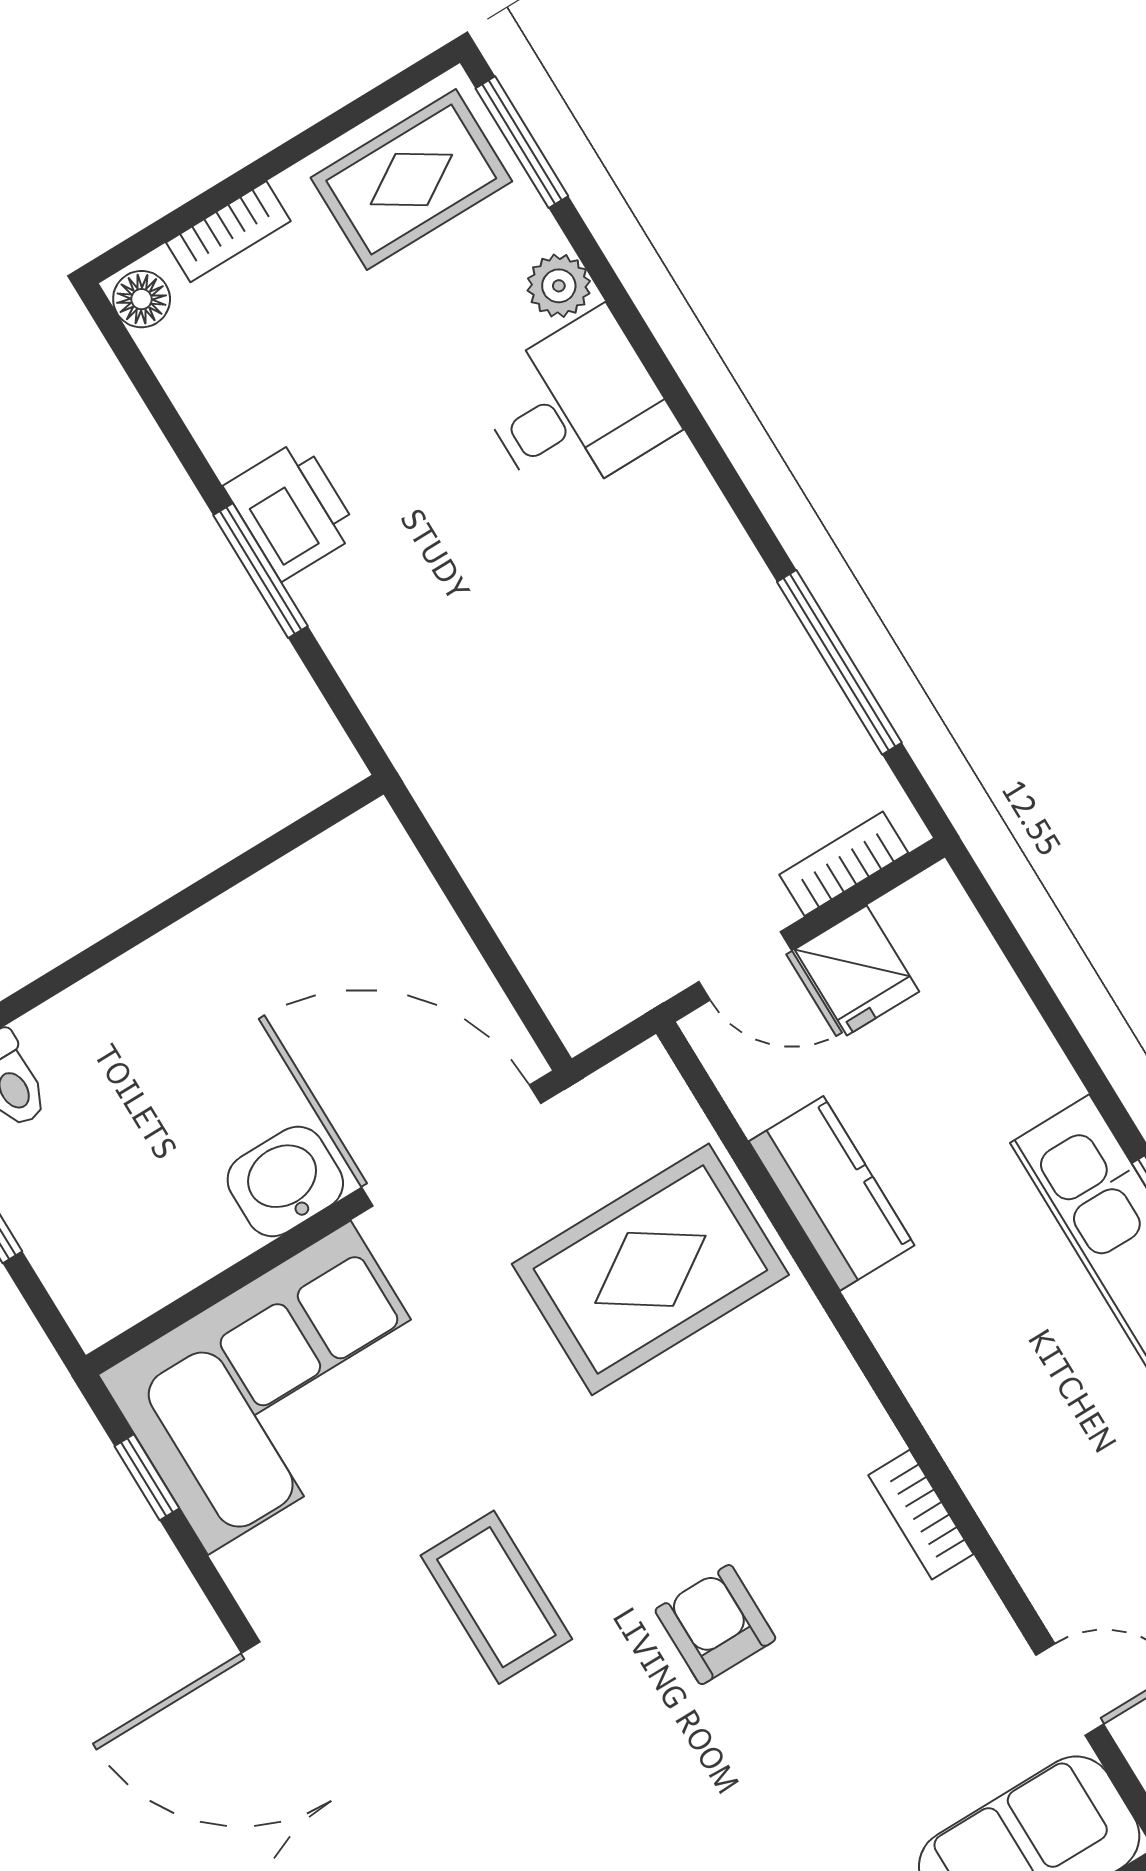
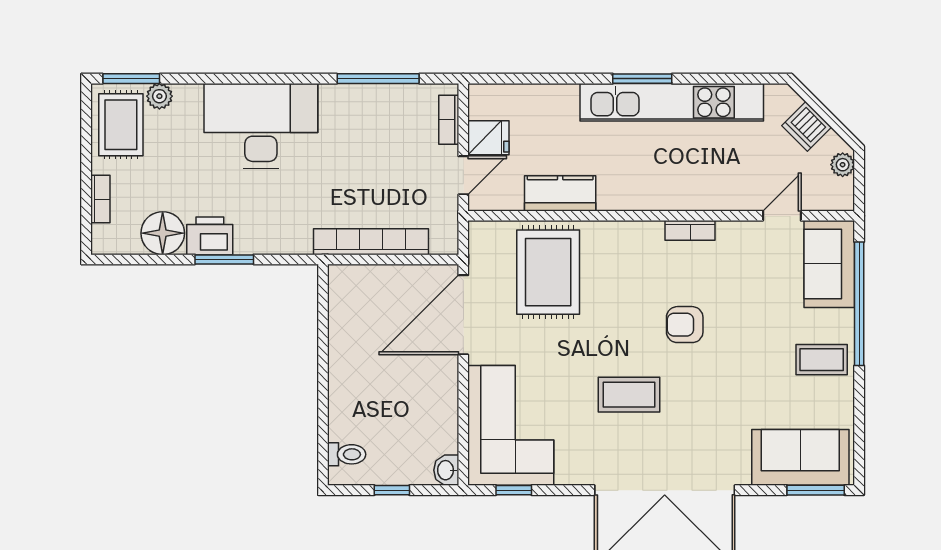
plant: (559, 286) -> (159, 96), moved
floor lamp: (142, 299) -> (163, 233), moved, width x1.89, depth x1.89
desk: (576, 408) -> (261, 126), width x1.87, depth x1.30
bookcase: (487, 857) -> (371, 242), added
washbasin: (285, 1181) -> (446, 470), moved, width x0.72, depth x0.69

